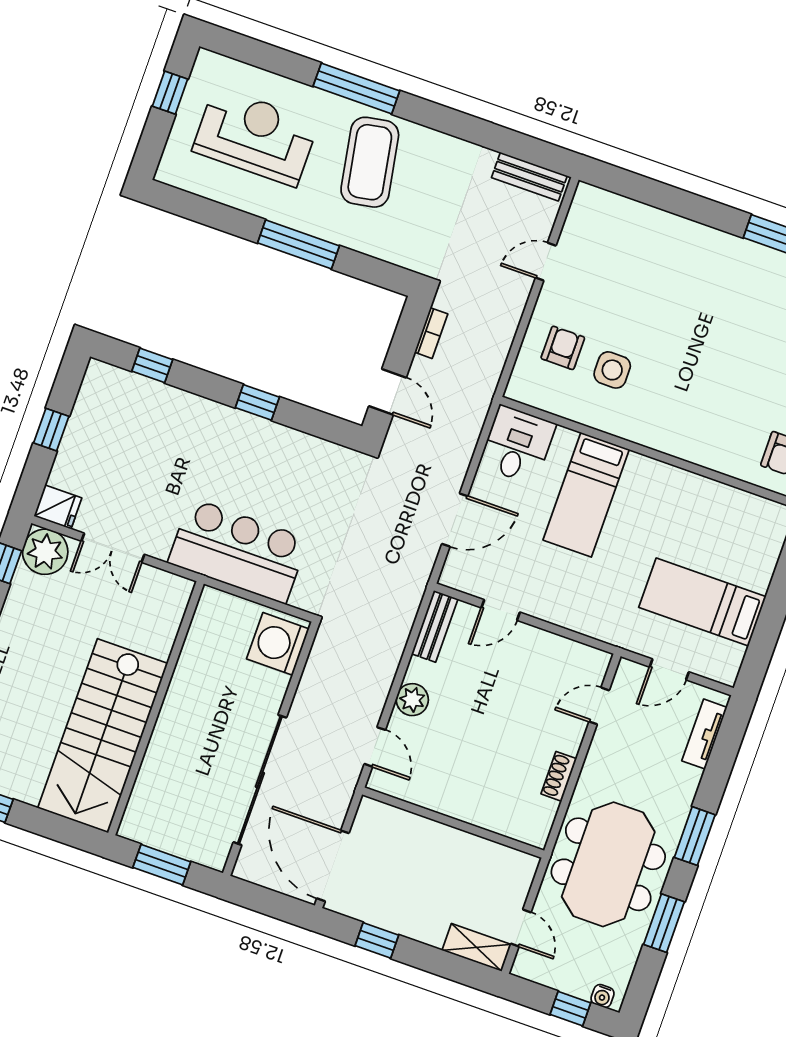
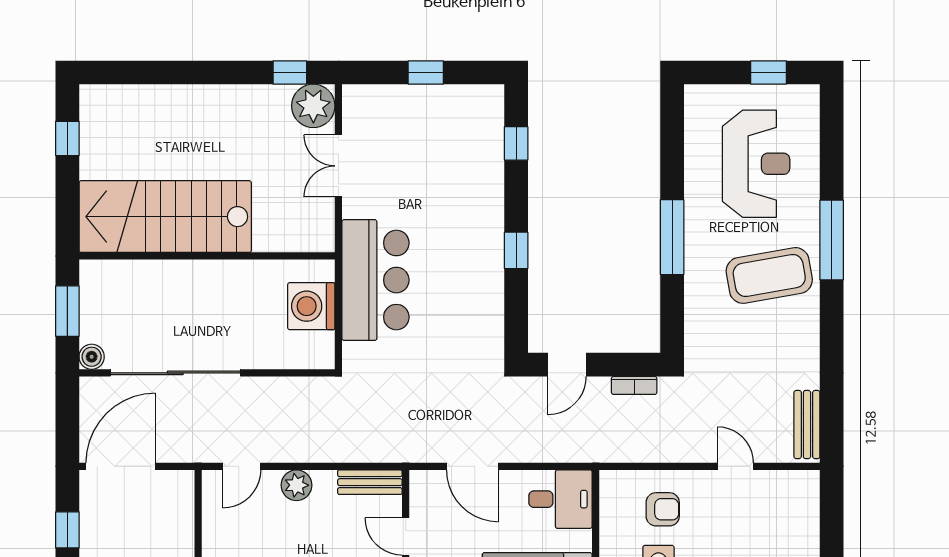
fridge: (58, 507) -> (358, 103), removed
washing machine: (278, 644) -> (311, 306), moved, turned -90
boiler: (215, 857) -> (92, 357), added

